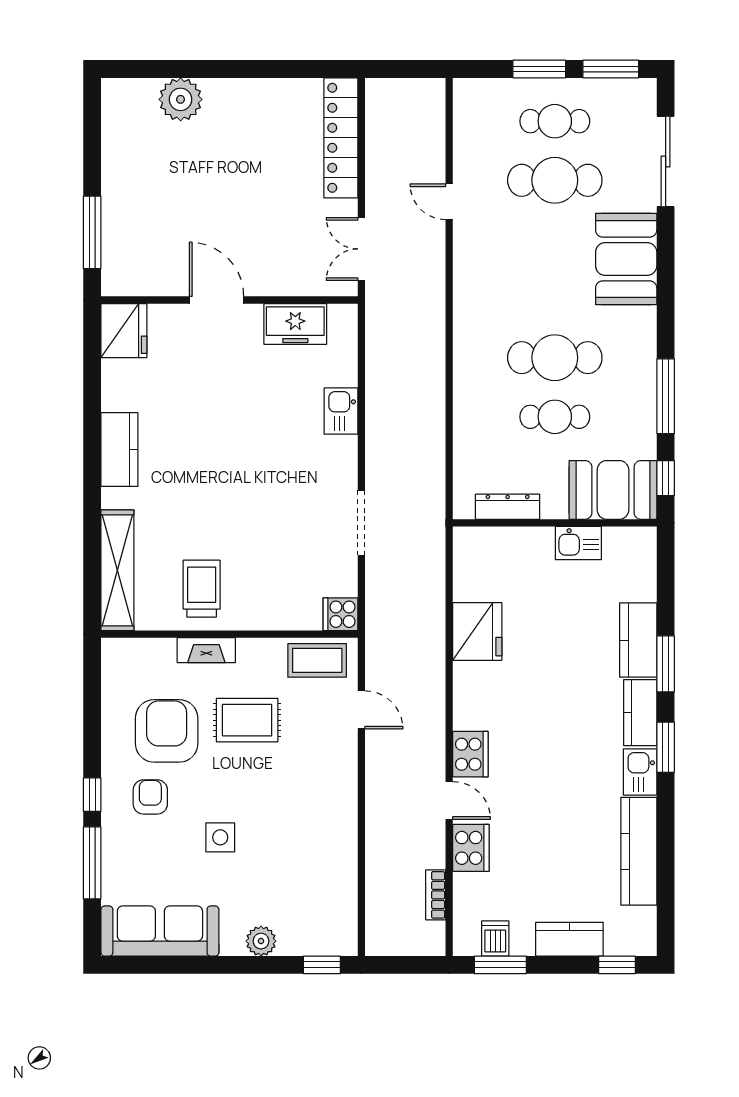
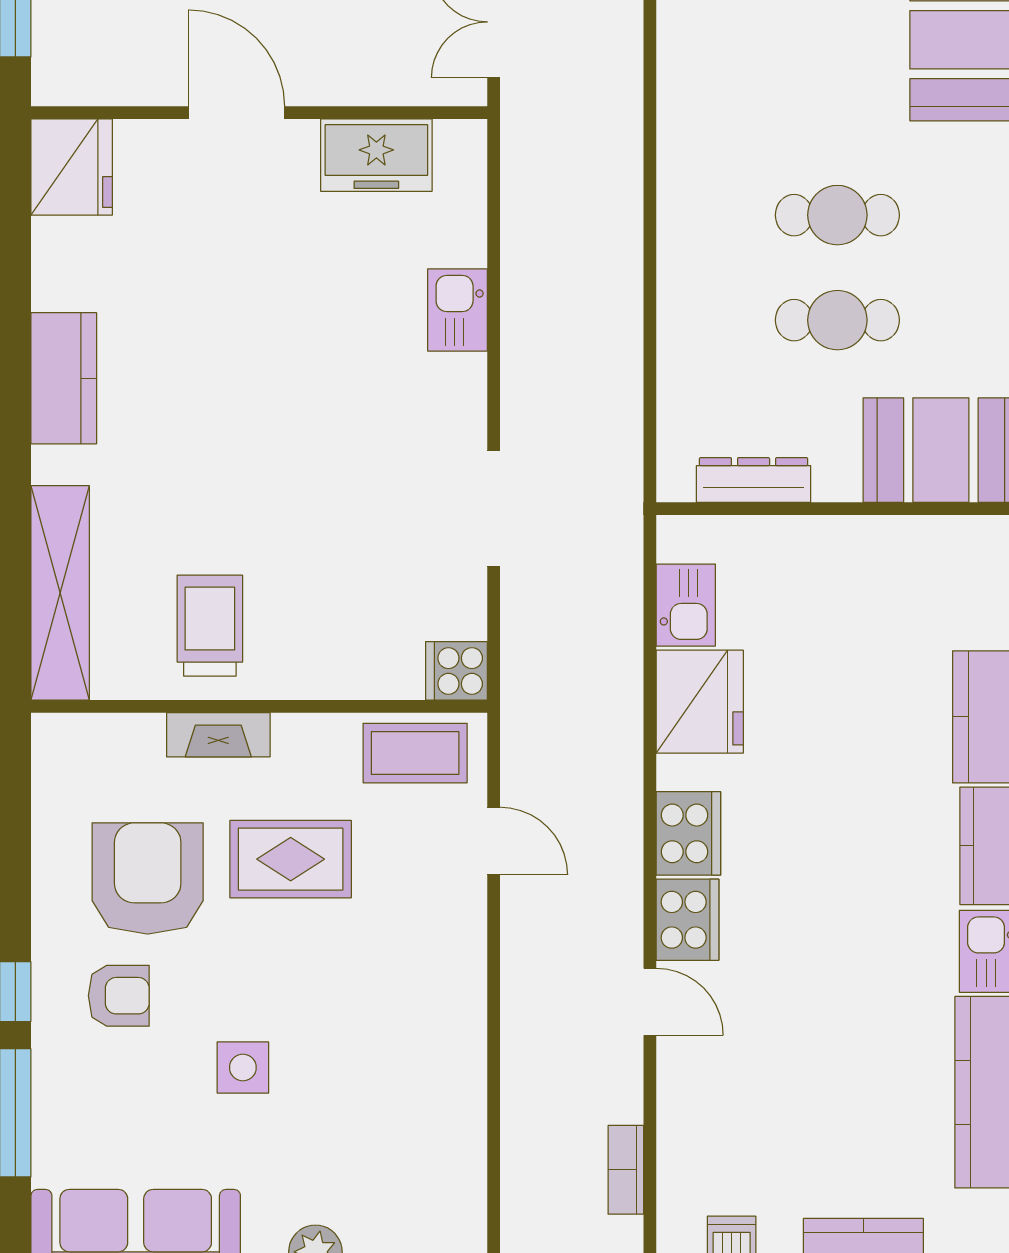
cafe table: (555, 358) -> (837, 215), width x0.73, depth x0.74
kitchen sink: (578, 543) -> (686, 605), moved, turned -90
armchair: (150, 797) -> (119, 996), turned 90
cooker: (471, 848) -> (688, 833), moved

